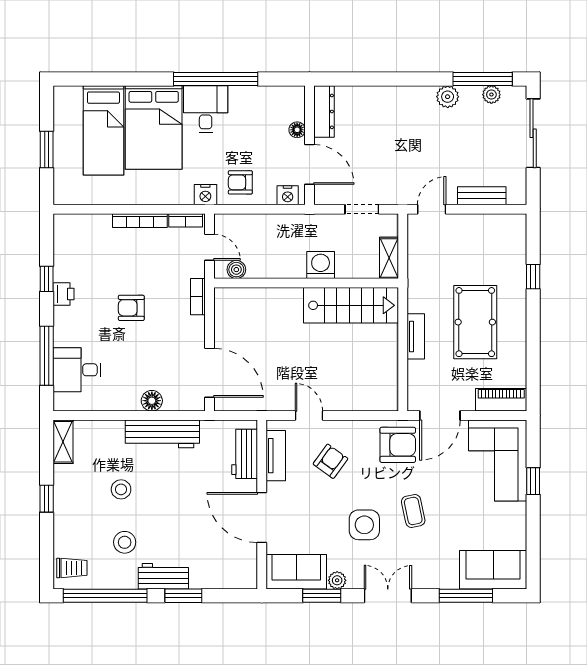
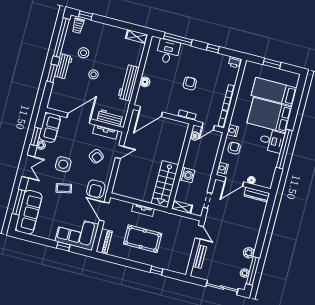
printer: (64, 294) -> (235, 62), moved
stool: (121, 489) -> (94, 74), moved
window: (47, 499) -> (86, 15), moved
sofa: (493, 570) -> (29, 212), width x1.36

